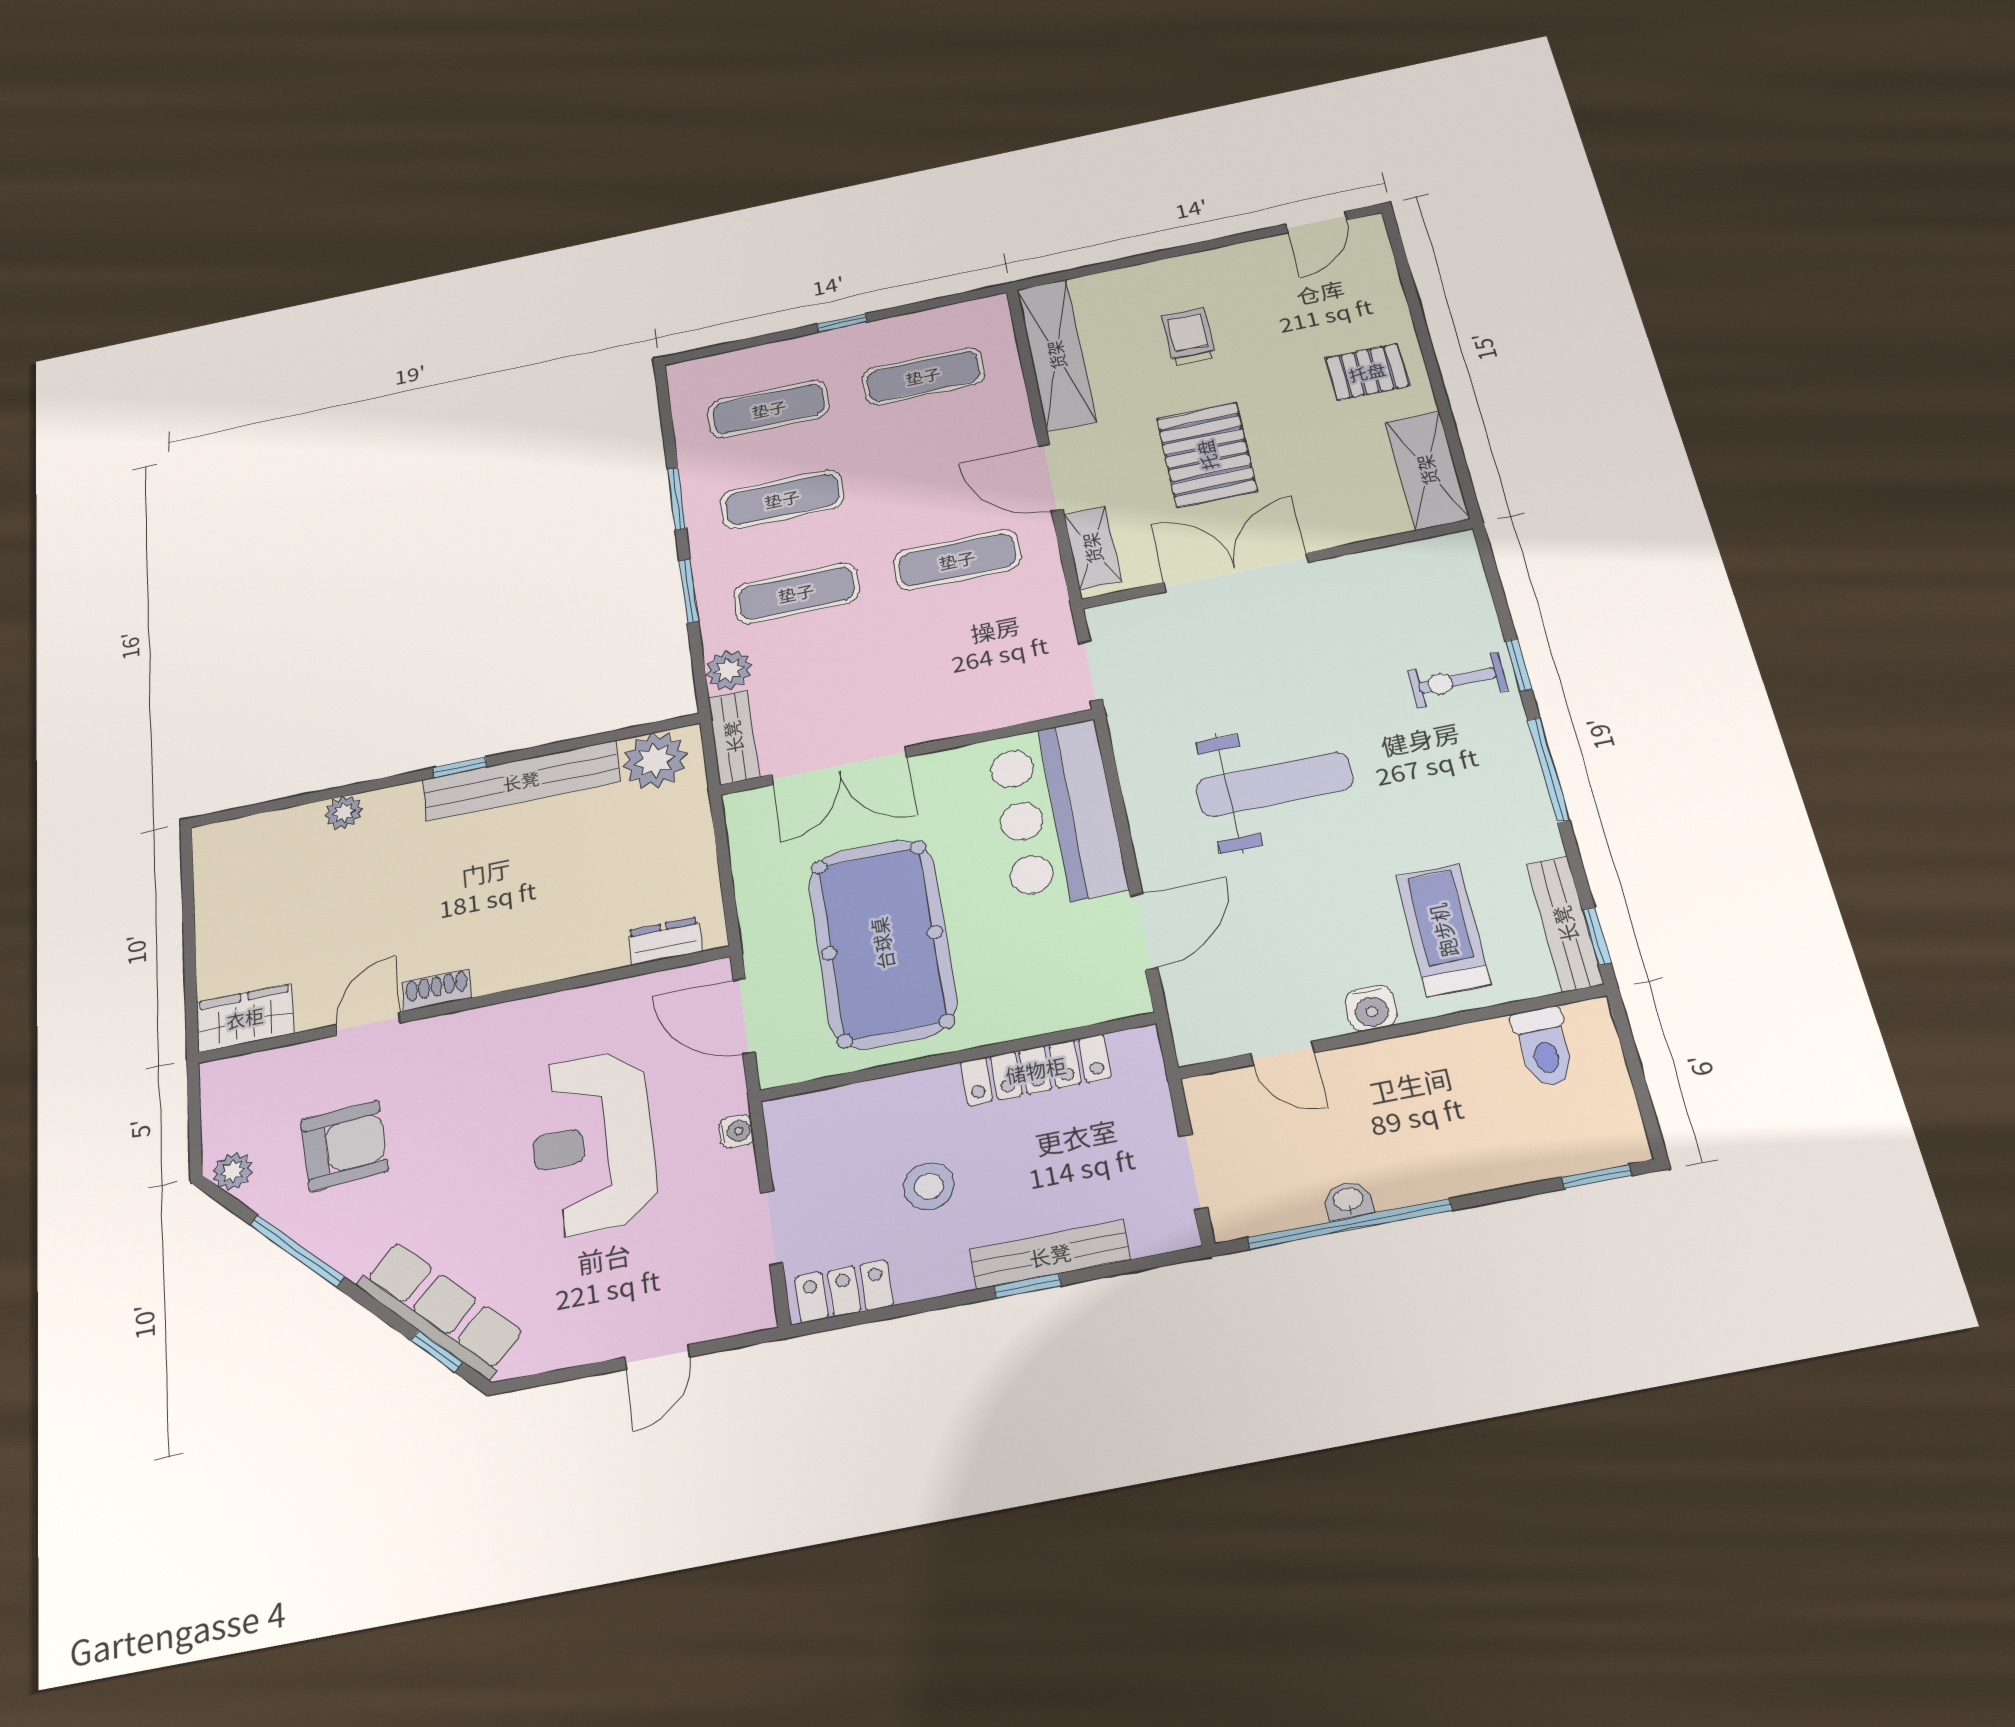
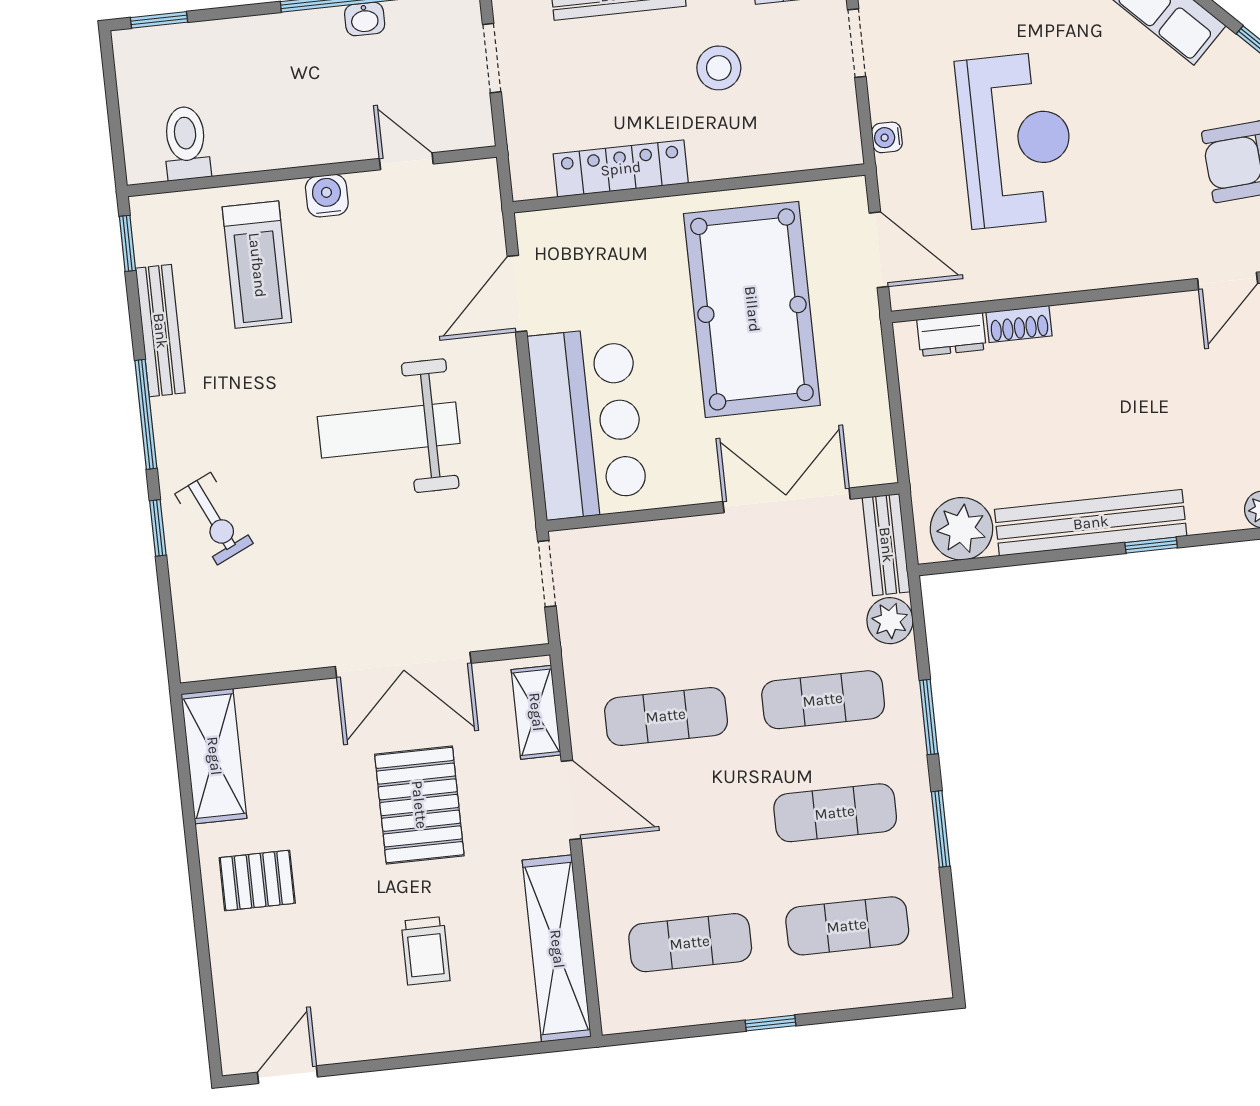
exercise bike: (1457, 680) -> (214, 519), turned 65
bench: (1565, 924) -> (160, 331), moved
shoe rack: (437, 990) -> (1019, 324), moved

